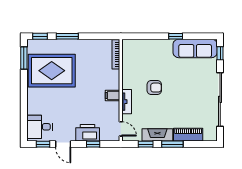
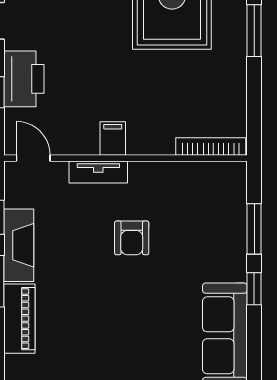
window: (150, 36) -> (254, 229), added
door: (121, 129) -> (33, 158), swing flipped

